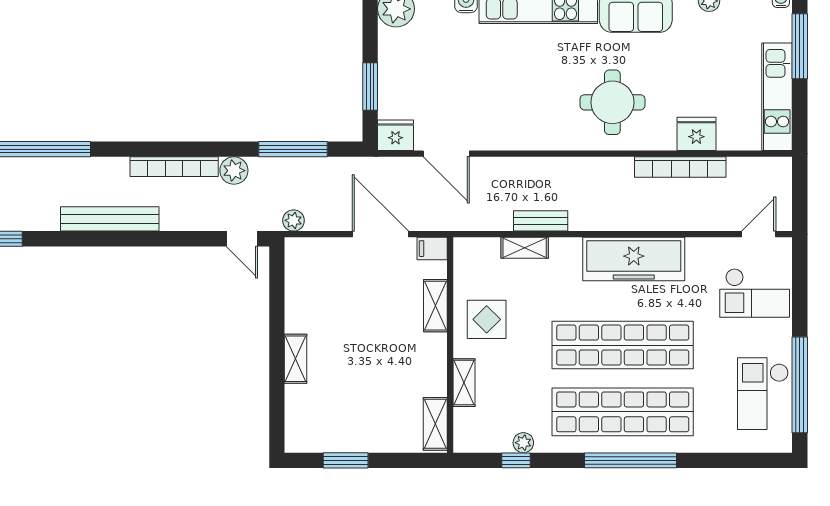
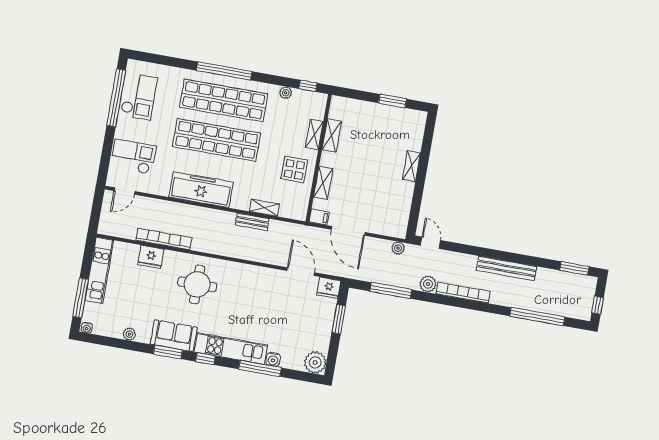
shelving: (435, 424) -> (332, 135), moved
window: (516, 460) -> (308, 86), moved

